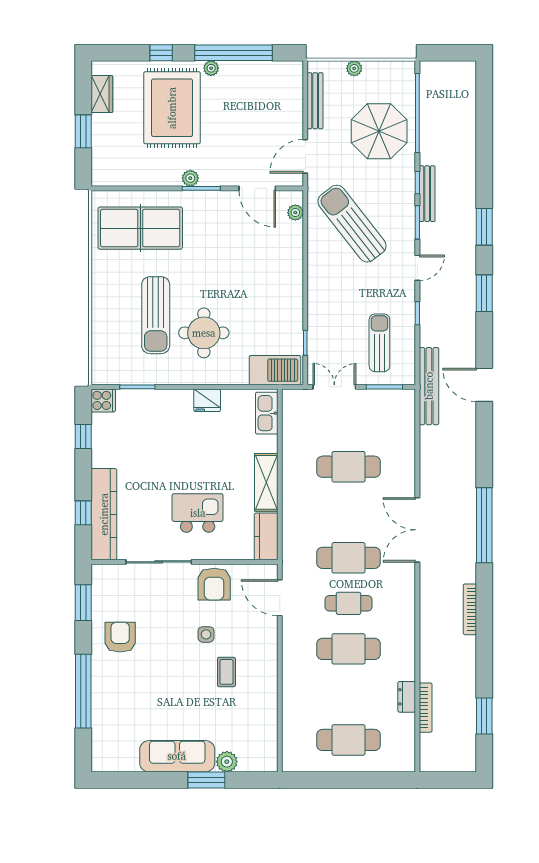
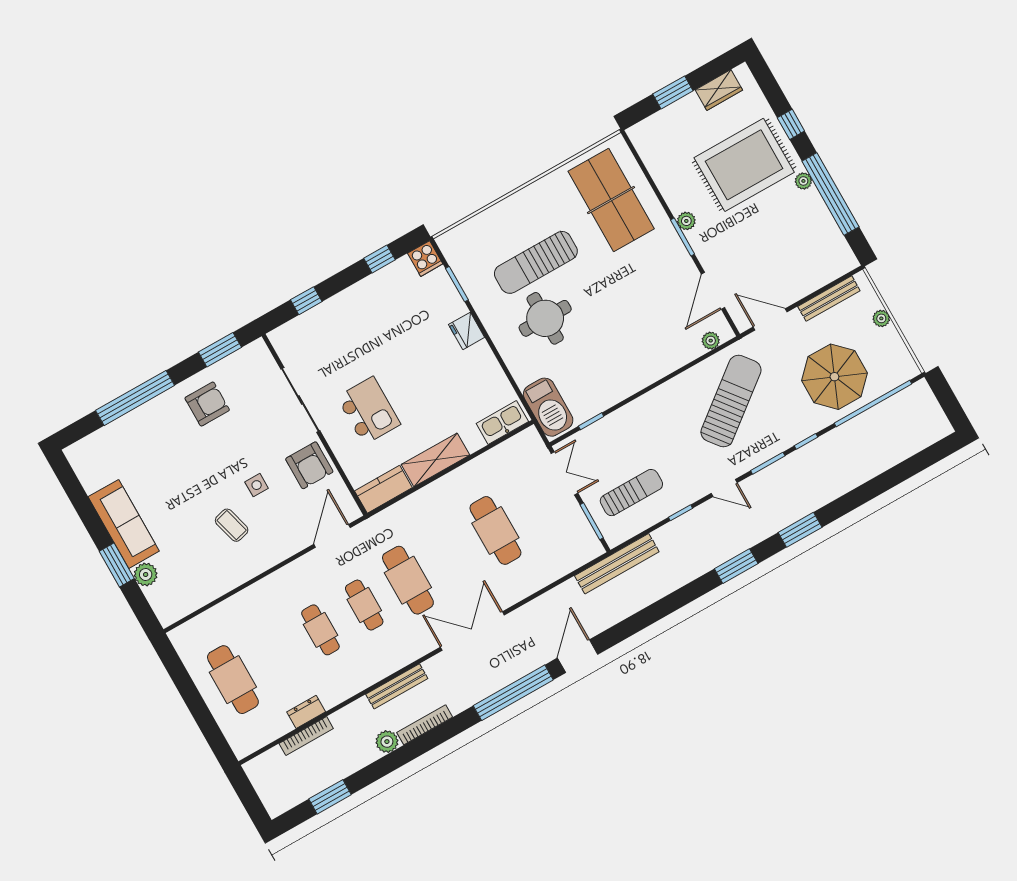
bench: (427, 194) -> (397, 686), moved
door: (484, 385) -> (578, 656), moved
fridge: (207, 400) -> (467, 331), moved
kitchen counter: (104, 514) -> (316, 321), removed
armchair: (214, 584) -> (309, 465), turned -90
plant: (466, 646) -> (387, 742), added
cafe table: (349, 649) -> (320, 630), width x0.73, depth x0.74
coffee table: (226, 672) -> (232, 525), turned 75

